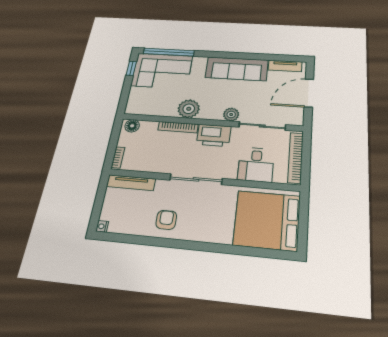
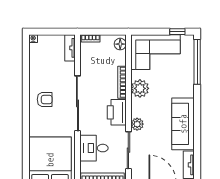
corner sofa: (162, 71) -> (155, 52), moved, turned -90
sliding door: (196, 179) -> (77, 103), width x1.36
tv unit: (131, 183) -> (70, 48), width x0.71
armchair: (166, 220) -> (45, 99), moved

